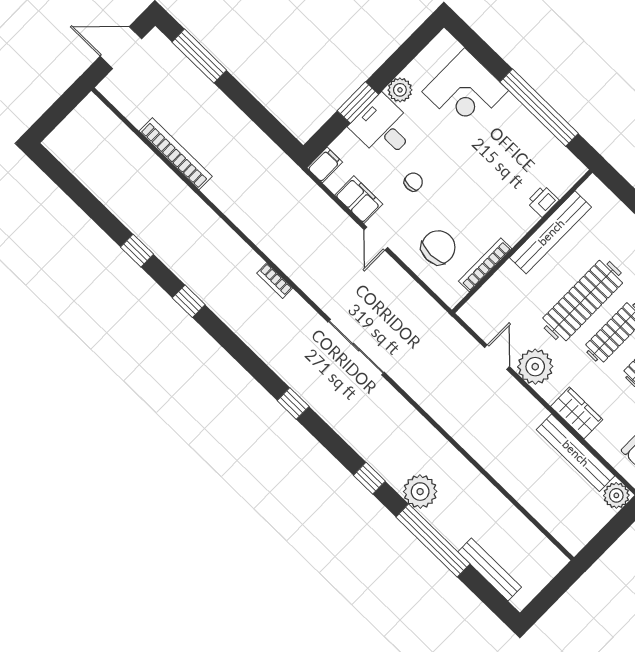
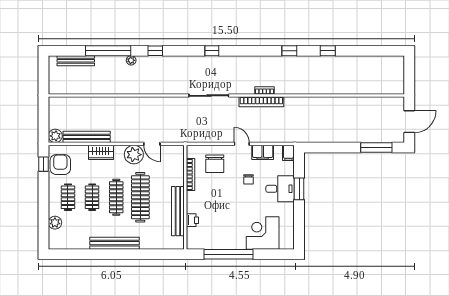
plant: (400, 90) -> (288, 209), removed
bookcase: (176, 154) -> (261, 102), moved
plant: (420, 492) -> (131, 60), width x0.53, depth x0.53

